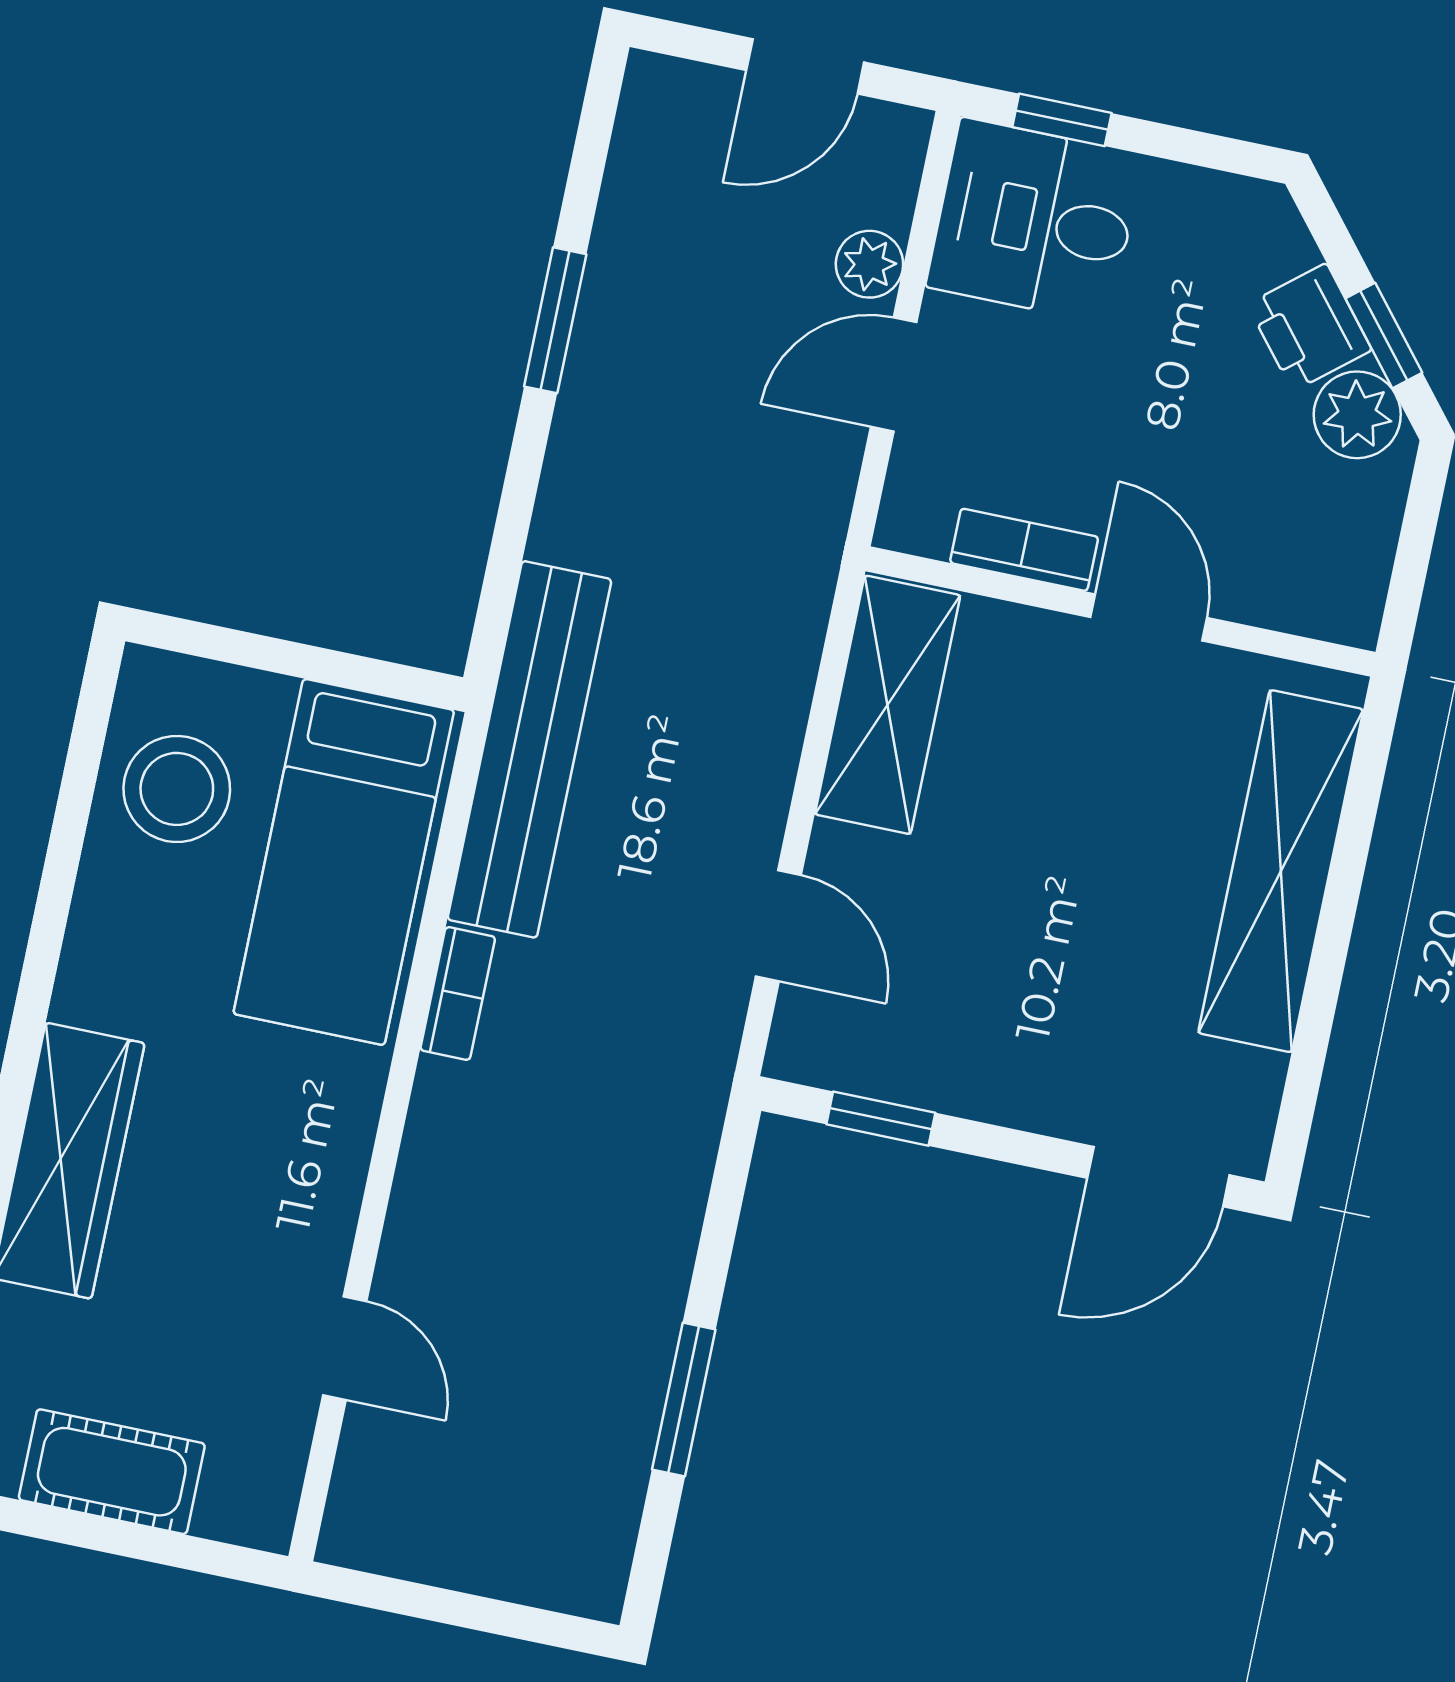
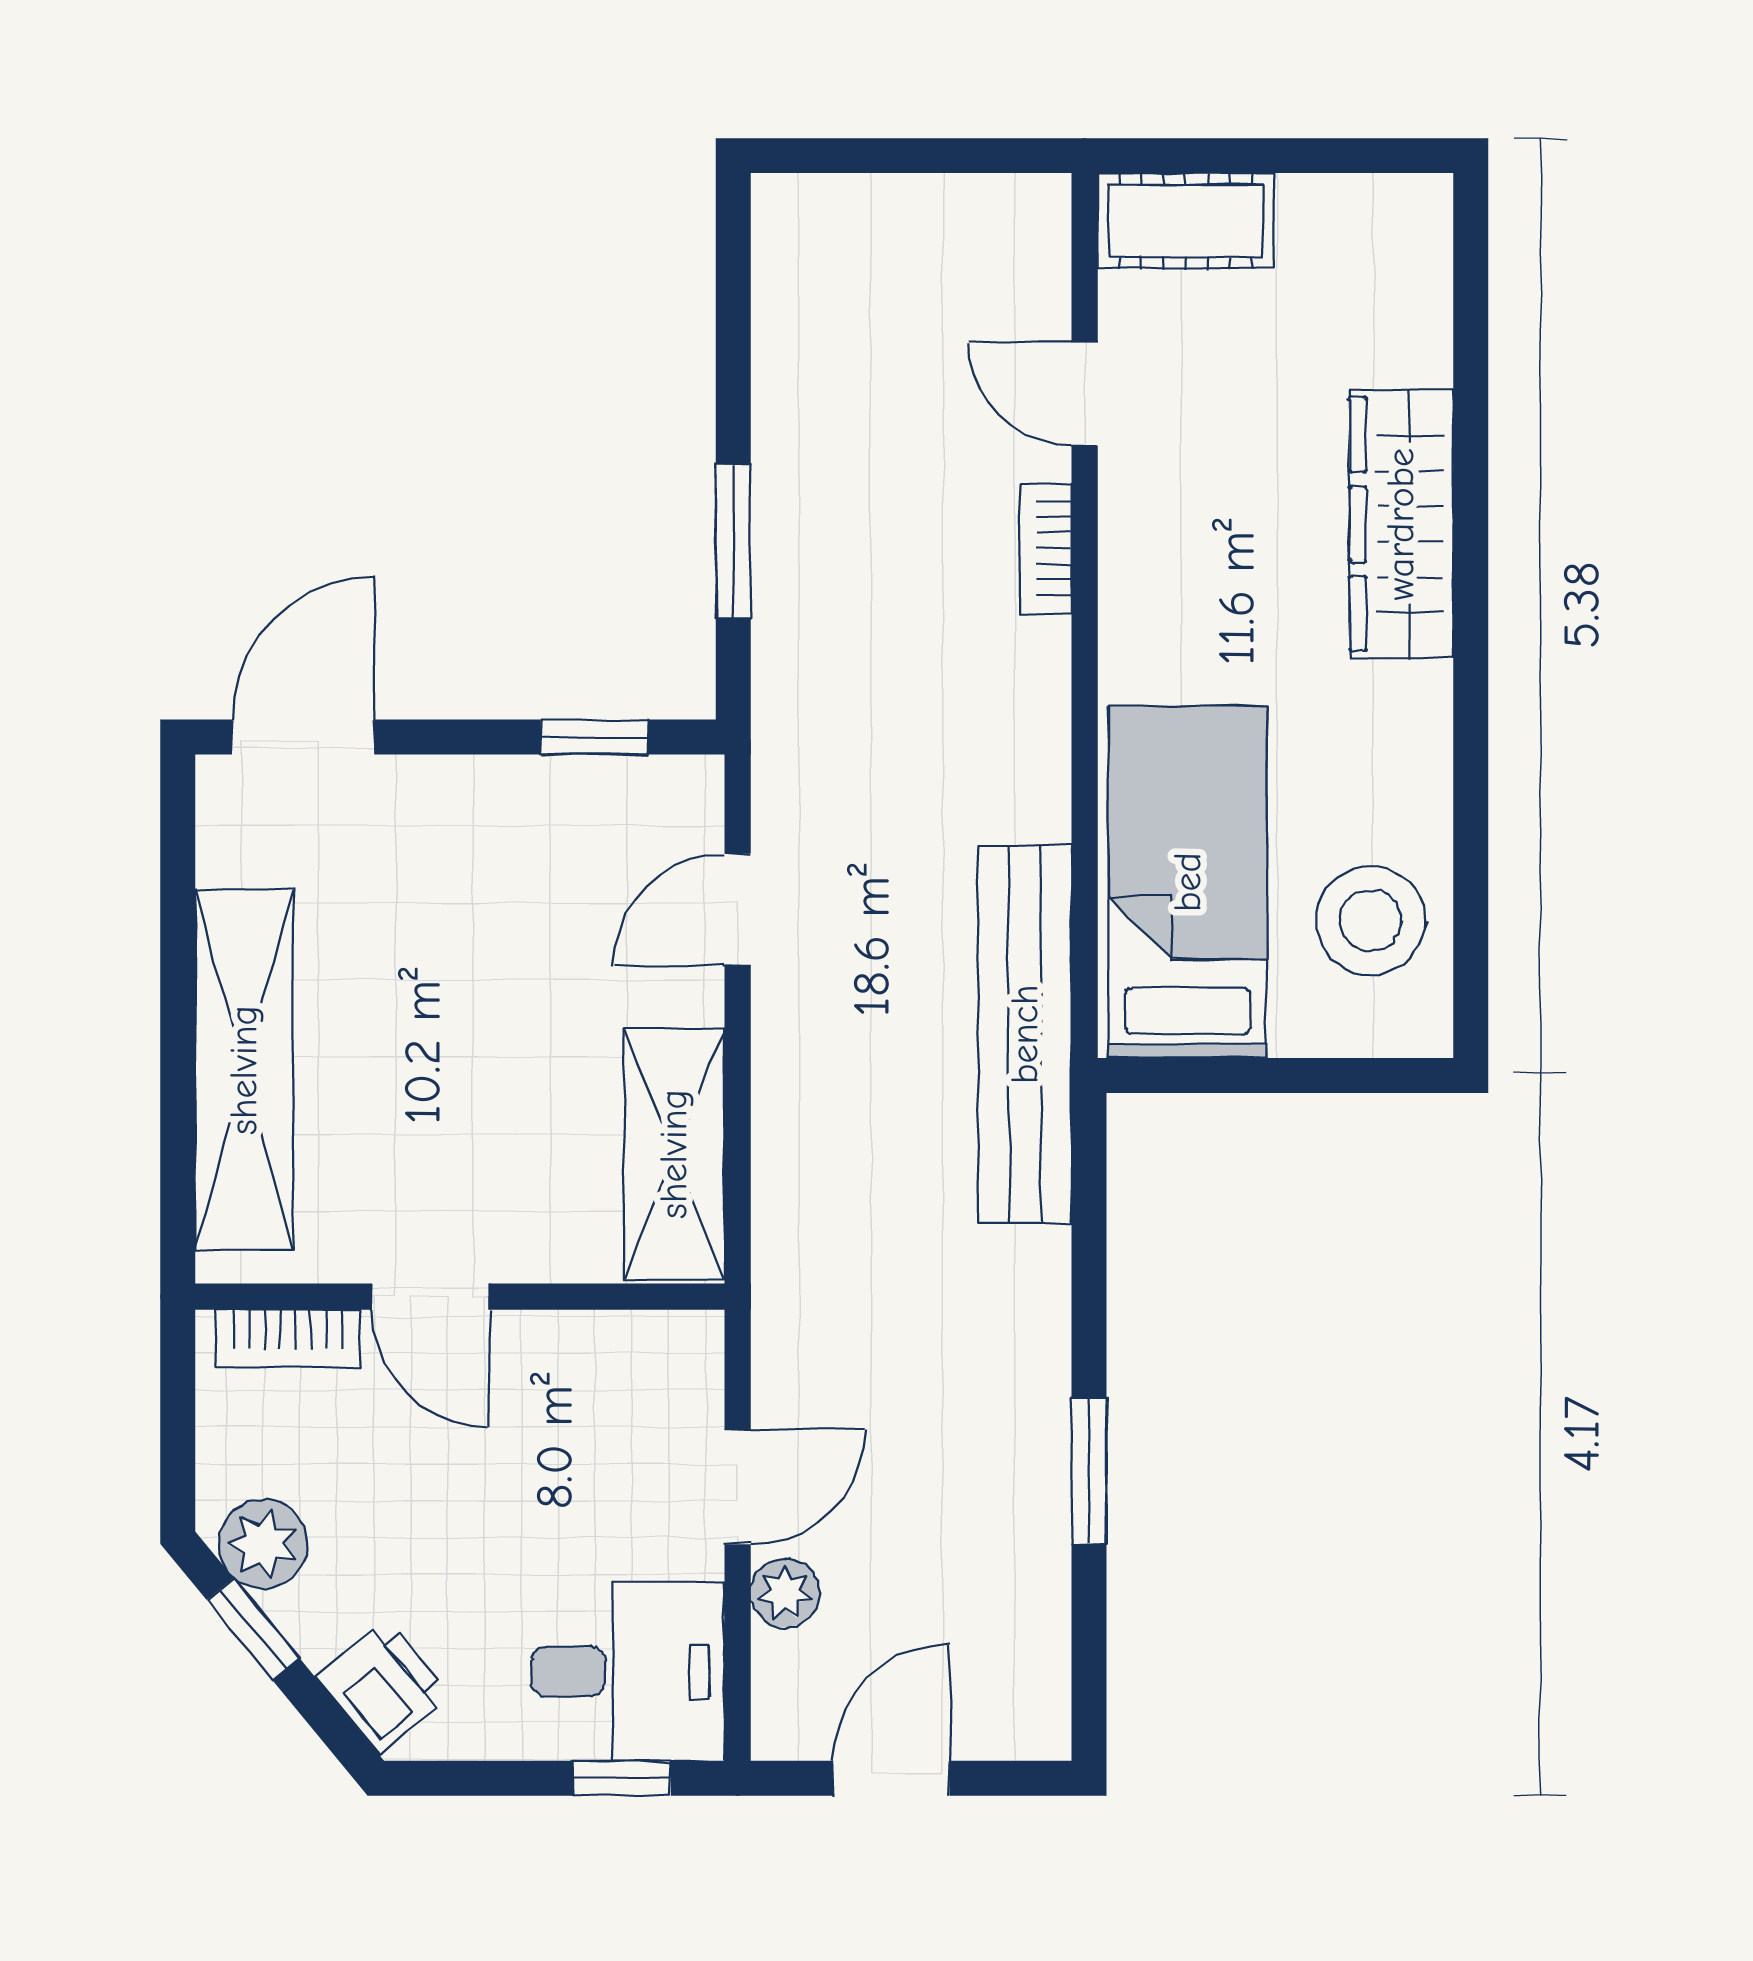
printer: (1309, 327) -> (383, 1687), moved
bookcase: (1024, 550) -> (288, 1338), moved
door: (778, 926) -> (738, 909), hinge flipped
bookcase: (458, 993) -> (1046, 549), moved
window: (684, 1400) -> (733, 542), moved
cot: (112, 1472) -> (1186, 221), moved

